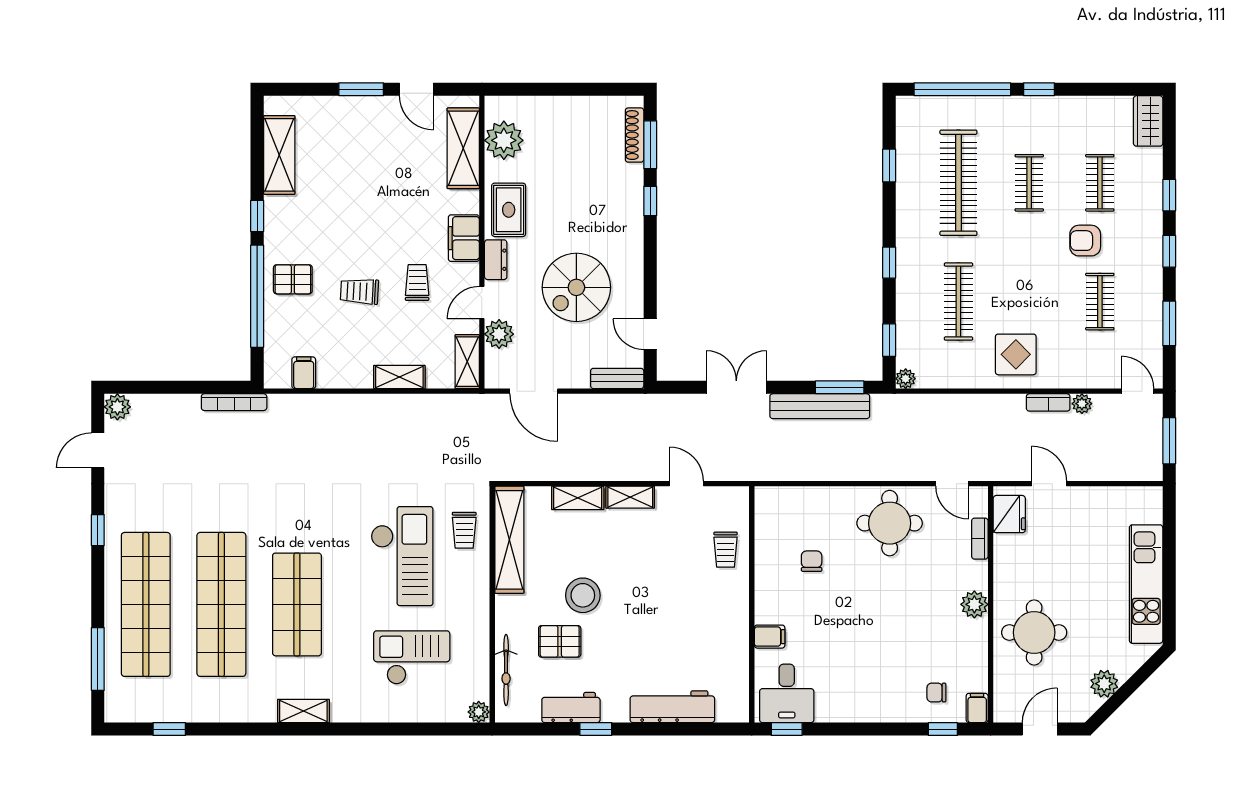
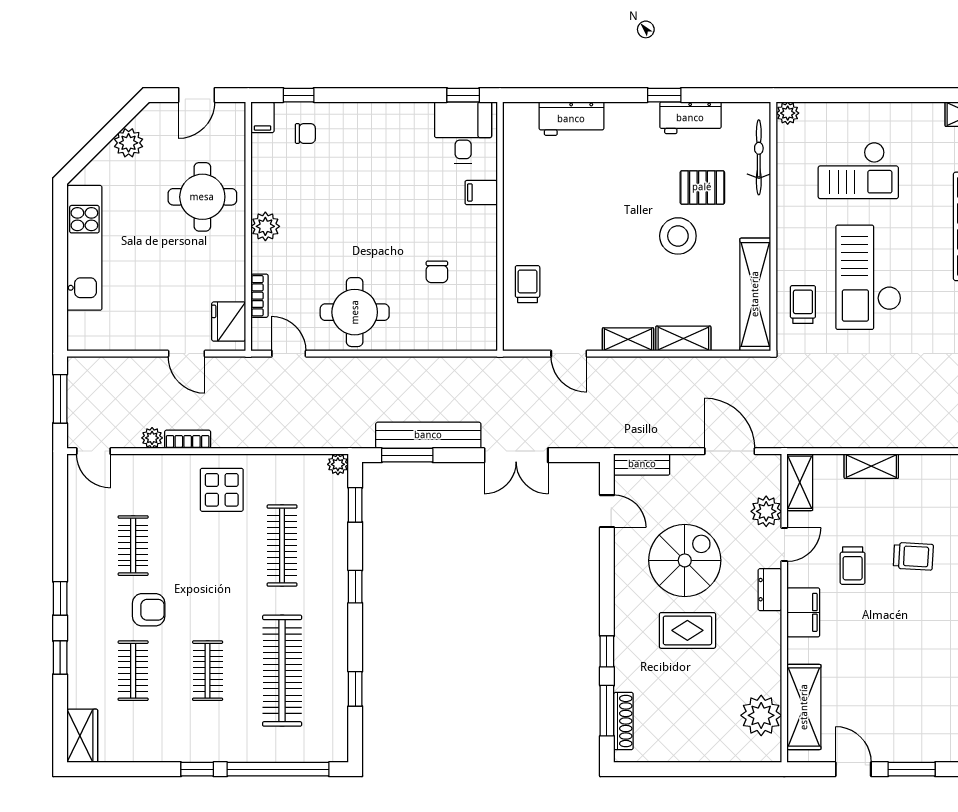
rug: (509, 210) -> (687, 630), moved, turned 90
window: (1169, 323) -> (60, 522), removed
workbench: (672, 707) -> (571, 119), width x0.73

